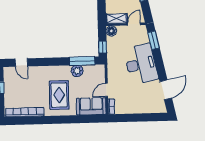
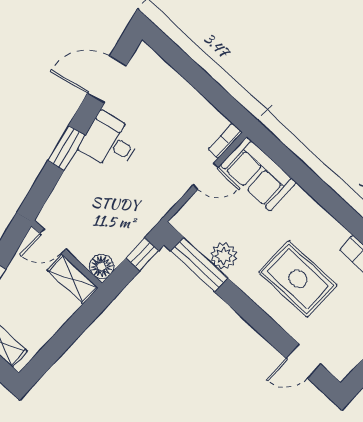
window: (154, 40) -> (66, 148), moved
door: (21, 63) -> (303, 361), swing flipped
desk: (141, 64) -> (110, 142), width x0.53, depth x0.77
rug: (59, 95) -> (298, 279), moved, turned 90

